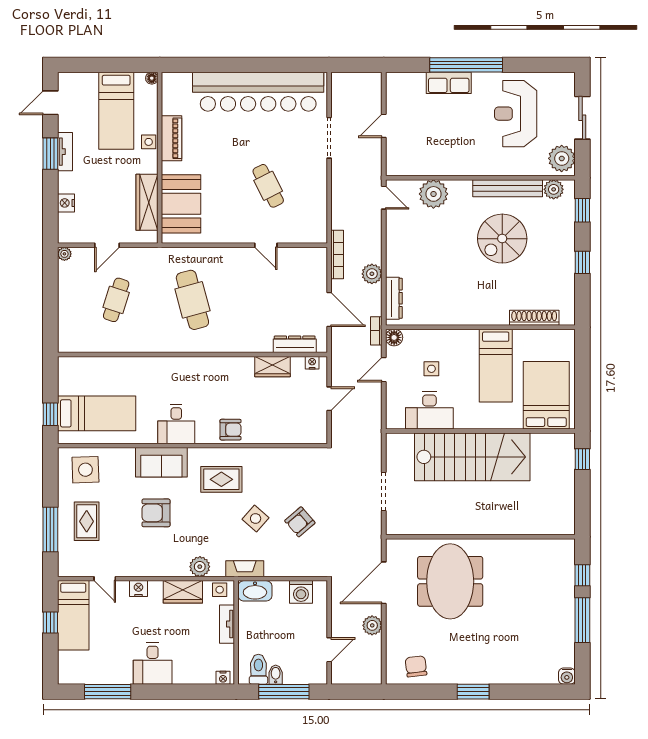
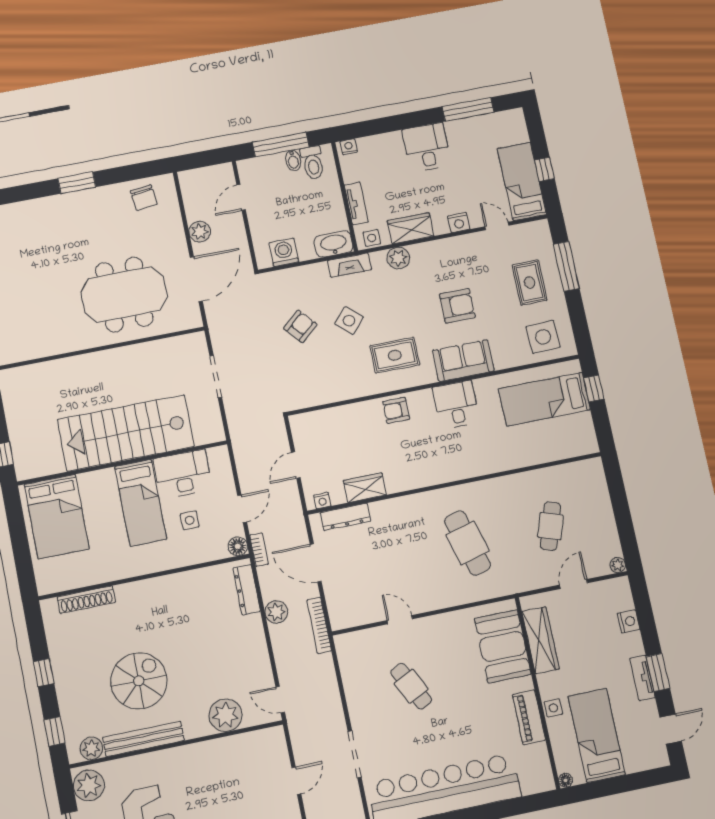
bed: (496, 366) -> (141, 503), moved, turned 180
meeting table: (450, 581) -> (124, 294), turned 90

